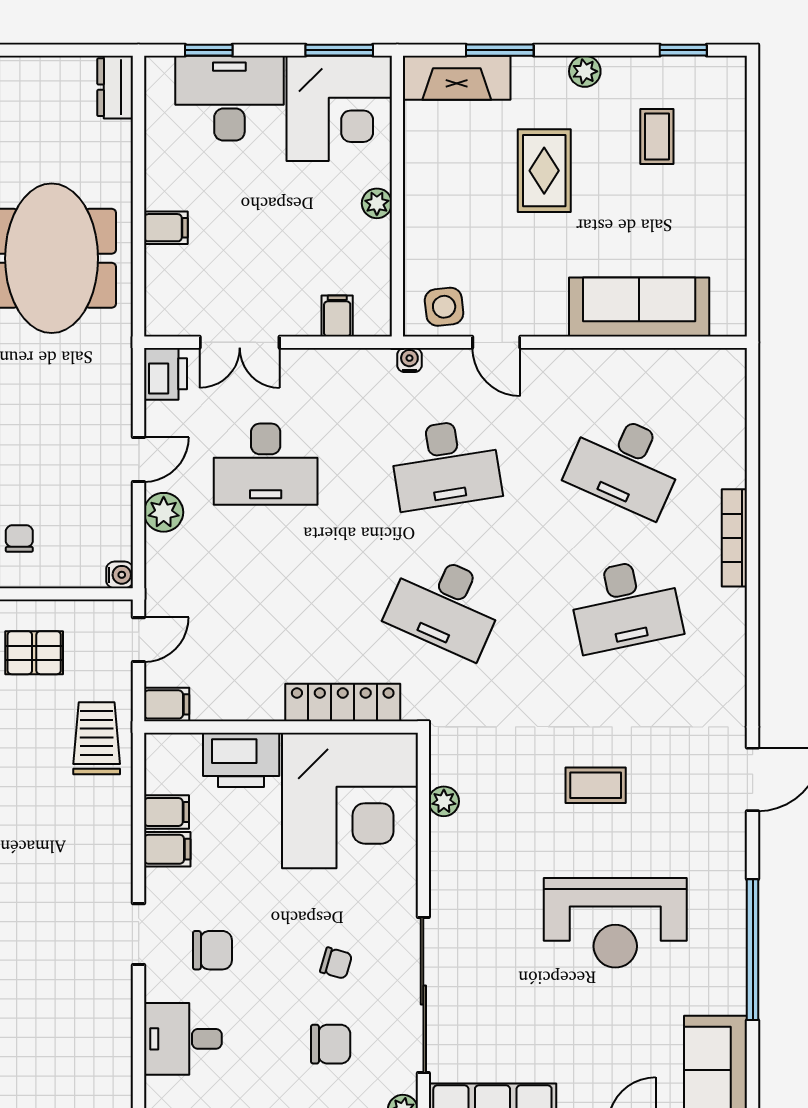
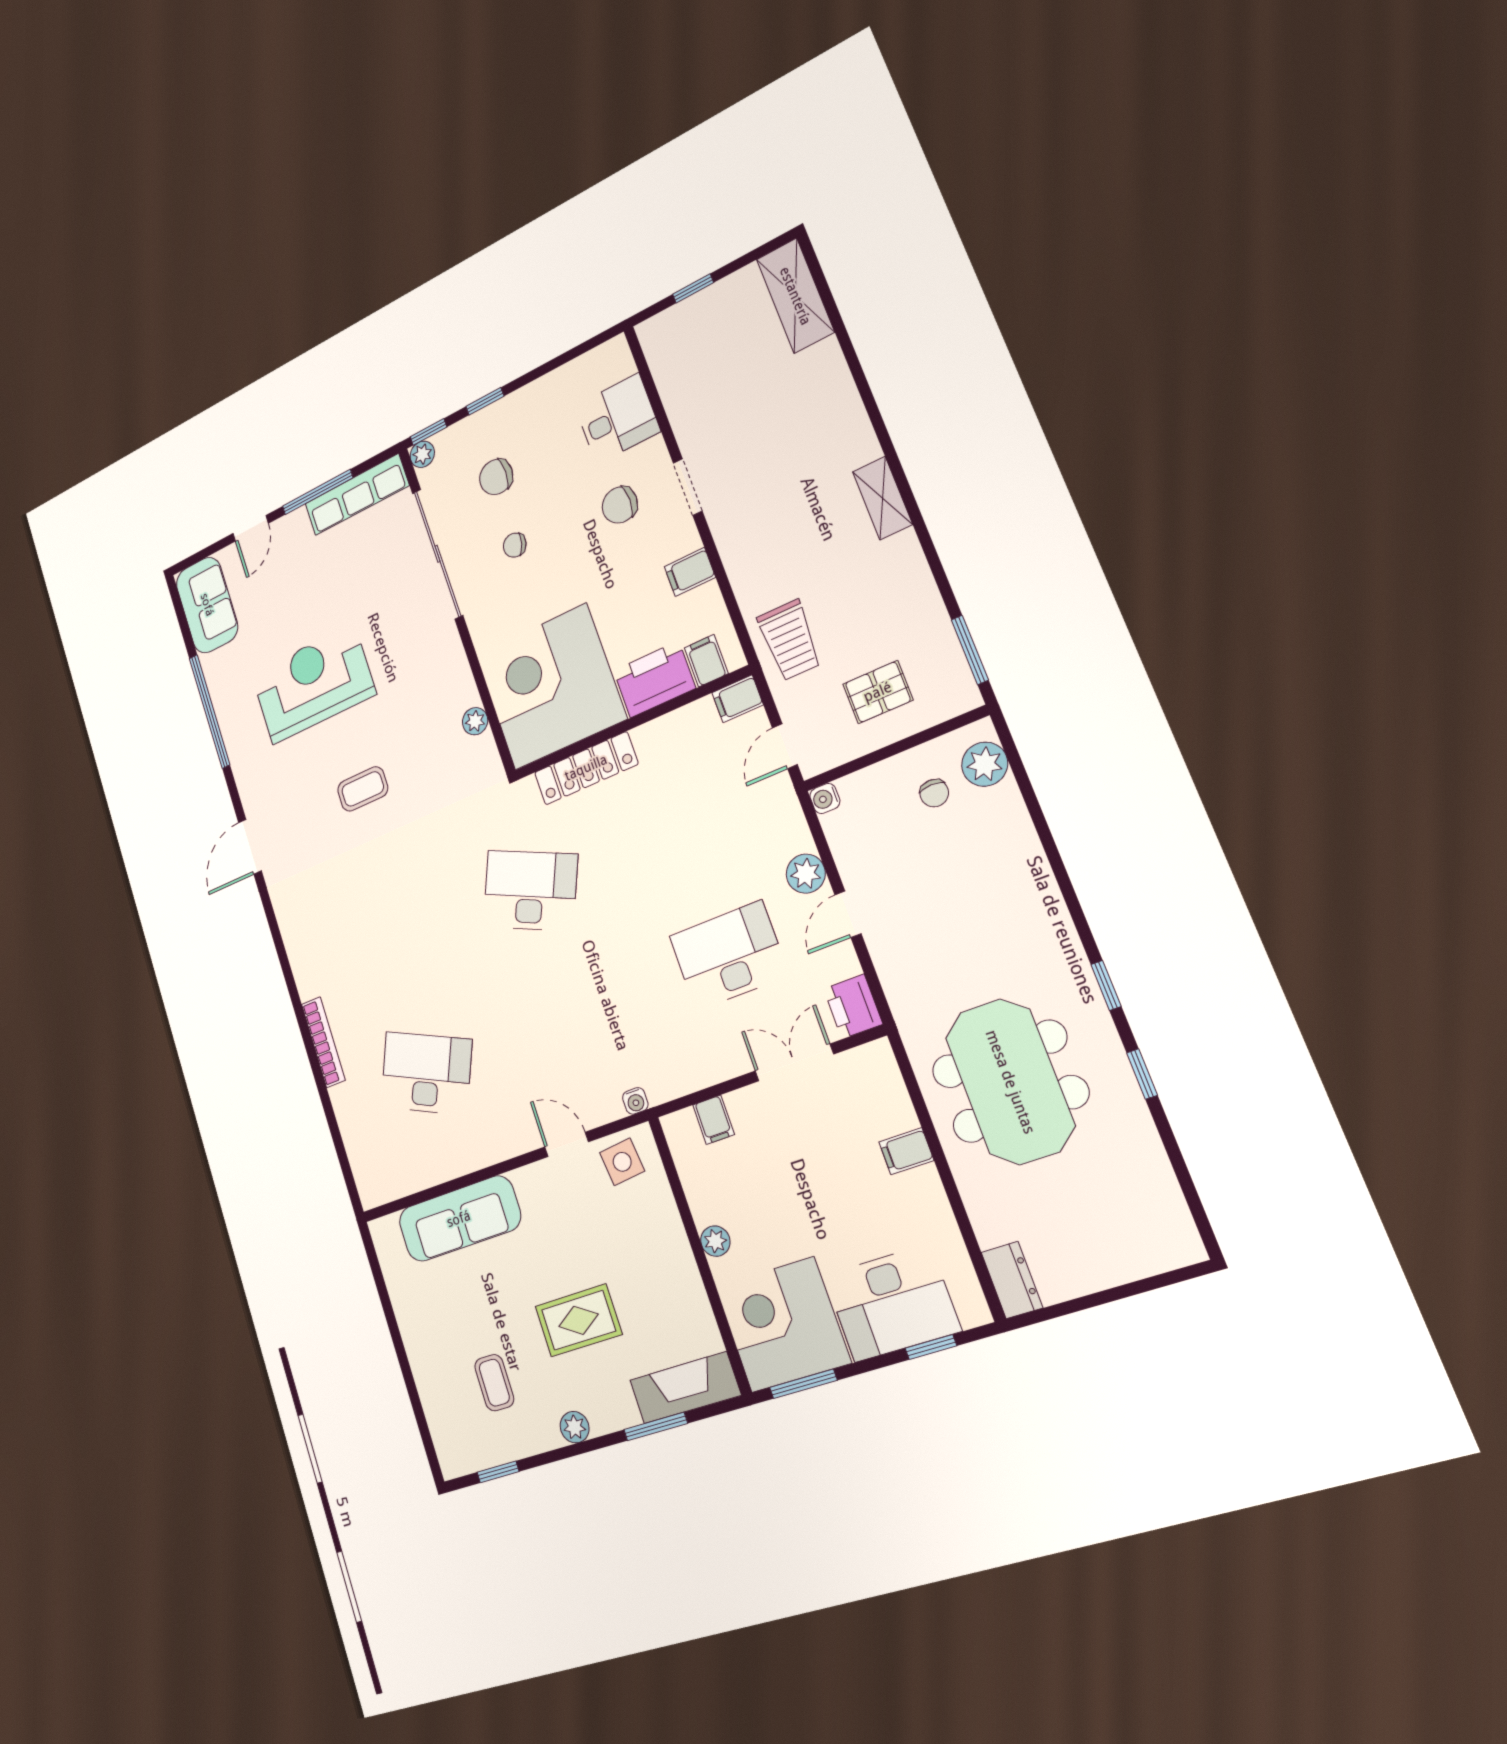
rug: (544, 171) -> (579, 1320), turned 90
desk: (446, 464) -> (572, 1016), removed
desk: (625, 605) -> (388, 950), removed
filing cabinet: (166, 812) -> (706, 661), moved, turned 90

